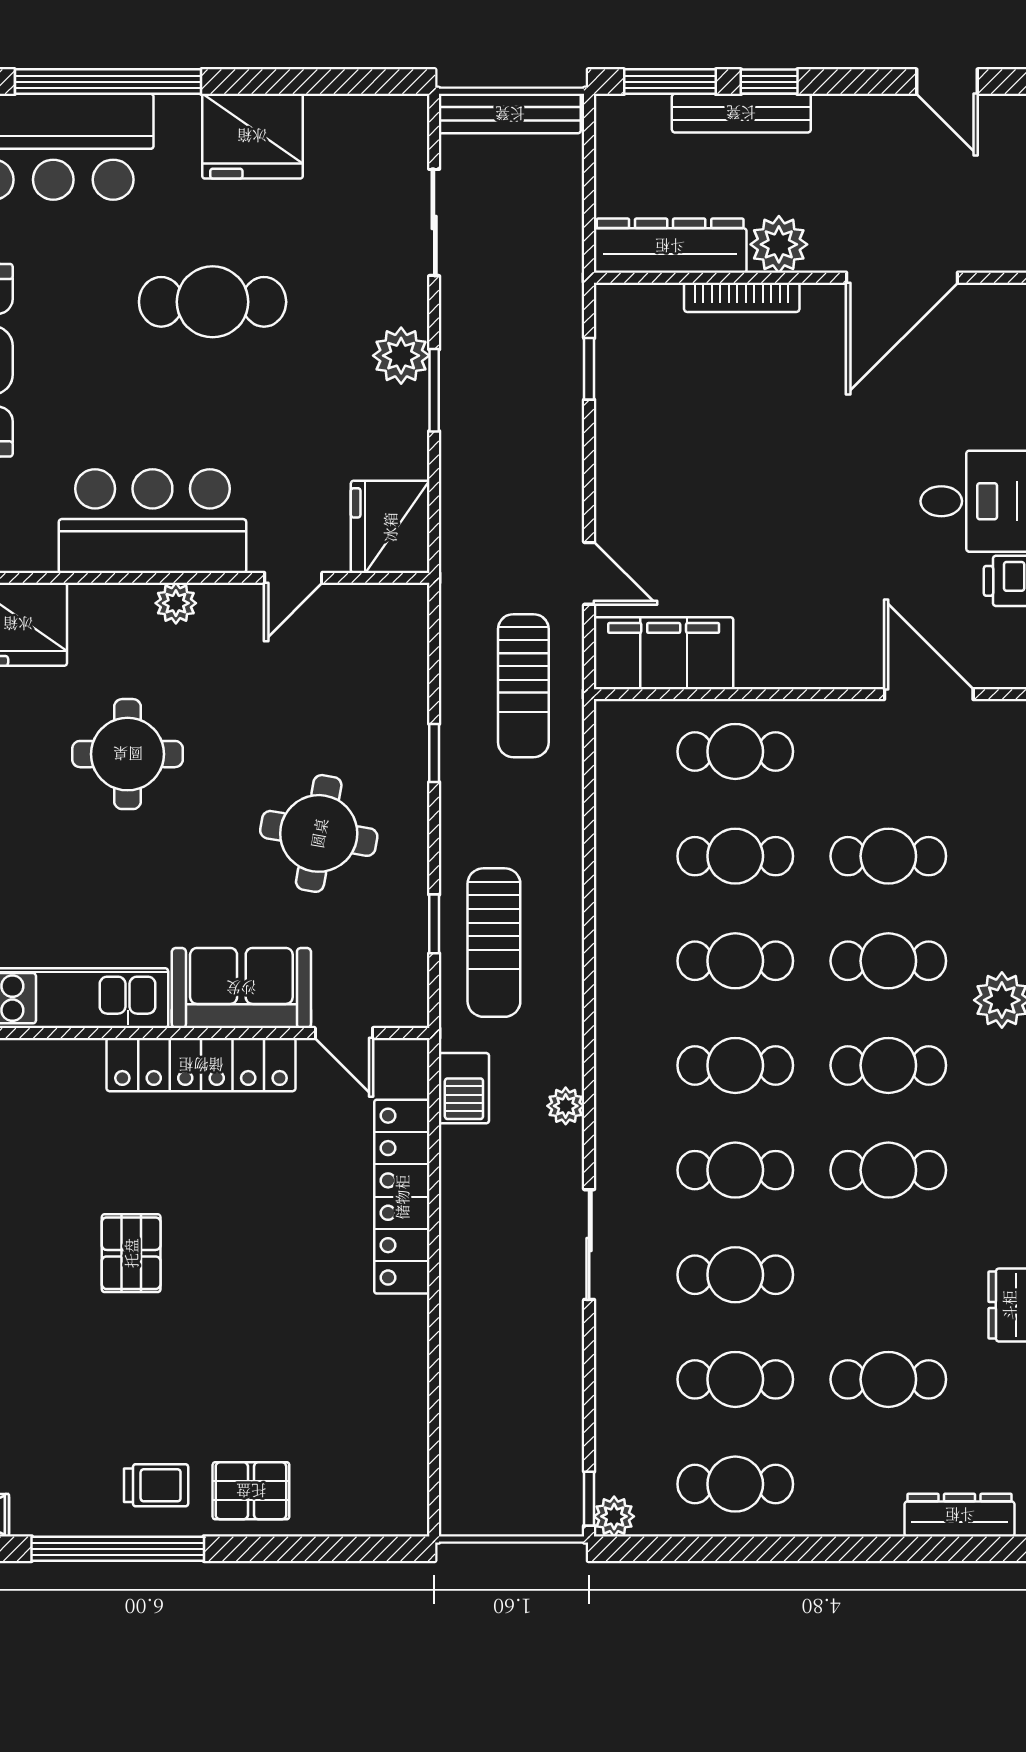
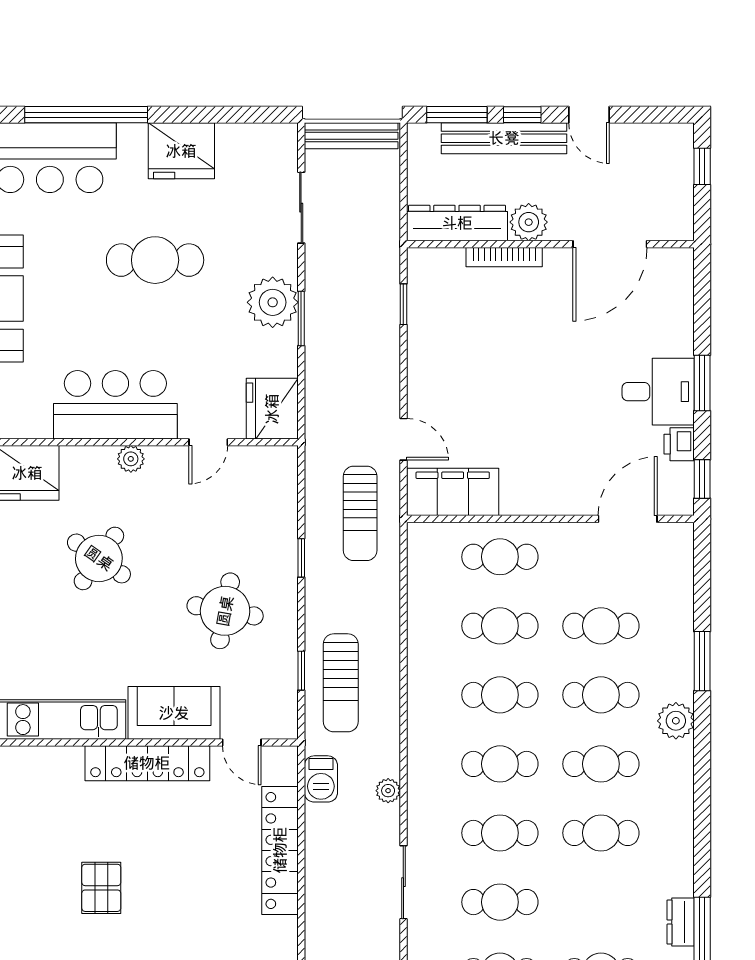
door: (947, 82) -> (589, 115), moved
bench: (741, 113) -> (504, 138), width x1.37, depth x1.21
plant: (401, 356) -> (273, 302), width x1.36, depth x1.36
door: (929, 694) -> (628, 519), hinge flipped
round table: (128, 754) -> (99, 558), turned 35

